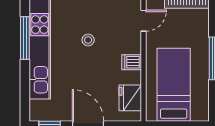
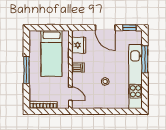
door: (143, 21) -> (70, 94), swing flipped
window: (25, 38) -> (145, 59), moved

